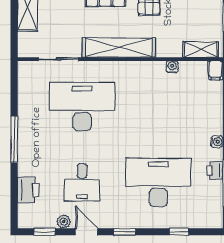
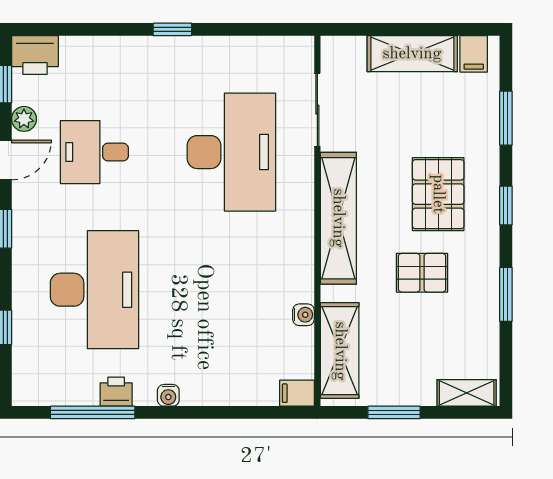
shelving: (201, 49) -> (340, 351), width x1.50, depth x1.33
window: (14, 139) -> (172, 29), width x0.46
printer: (28, 190) -> (35, 55), moved

